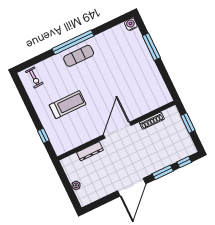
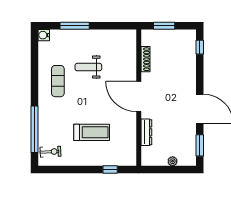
window: (73, 42) -> (34, 129), moved
exercise mat: (79, 56) -> (58, 81), moved
weight bench: (122, 75) -> (88, 67), added
treadmill: (68, 105) -> (92, 132), turned 90
window: (163, 172) -> (200, 145), moved

